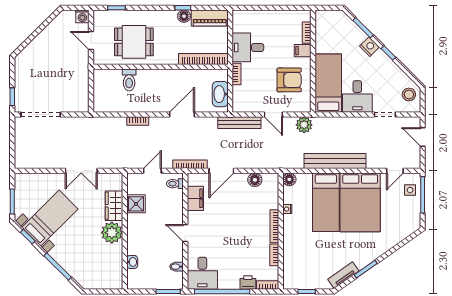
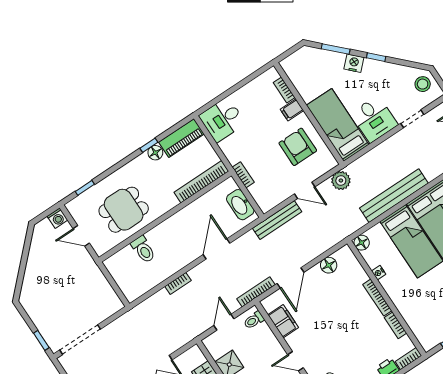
desk: (248, 47) -> (222, 120), moved
armchair: (289, 80) -> (298, 147), turned -90

